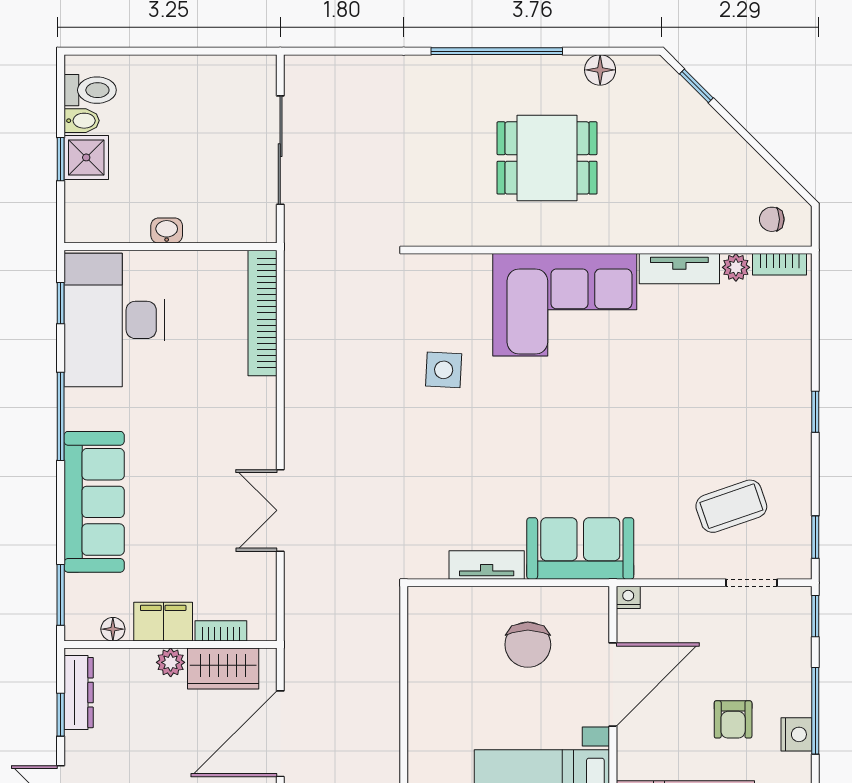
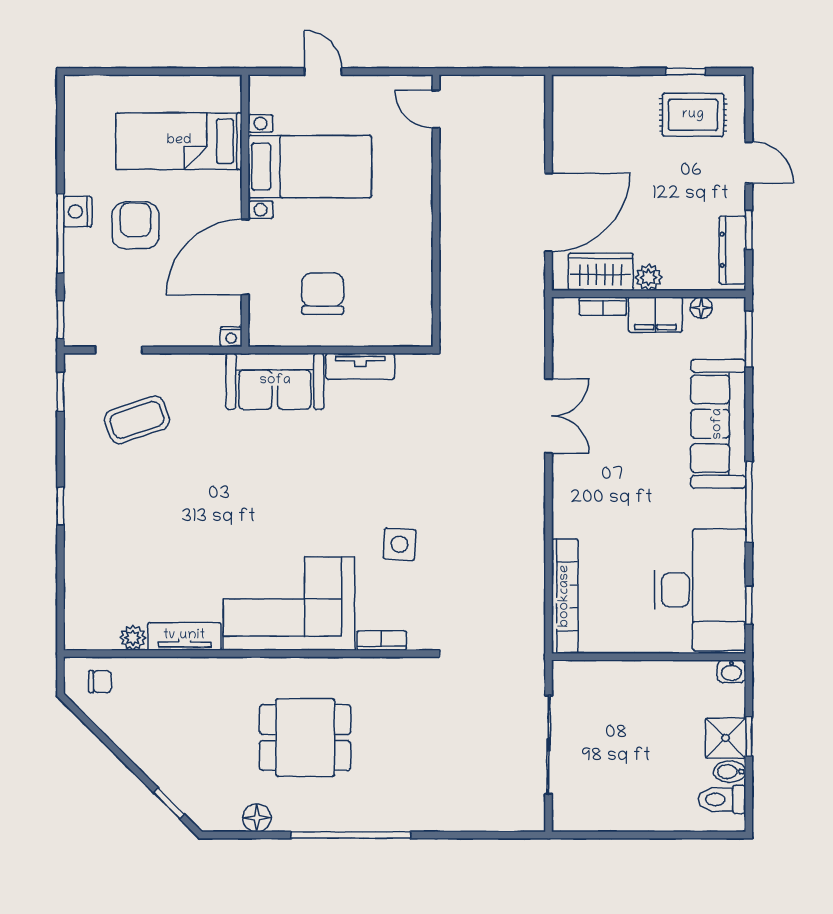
washbasin: (167, 231) -> (731, 671), moved
bookcase: (779, 264) -> (382, 641), moved
armchair: (733, 719) -> (135, 225), width x1.38, depth x1.38

